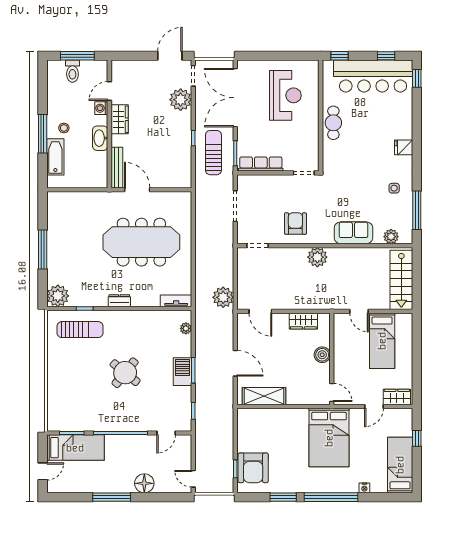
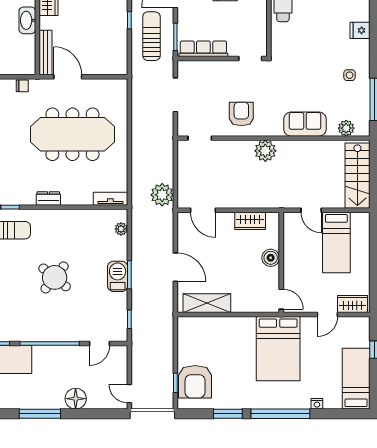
chair: (96, 198) -> (22, 86), added

